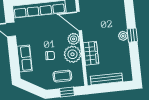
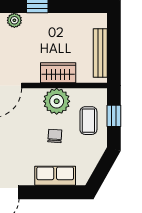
plant: (123, 36) -> (14, 20), moved
plant: (74, 39) -> (33, 97), removed

